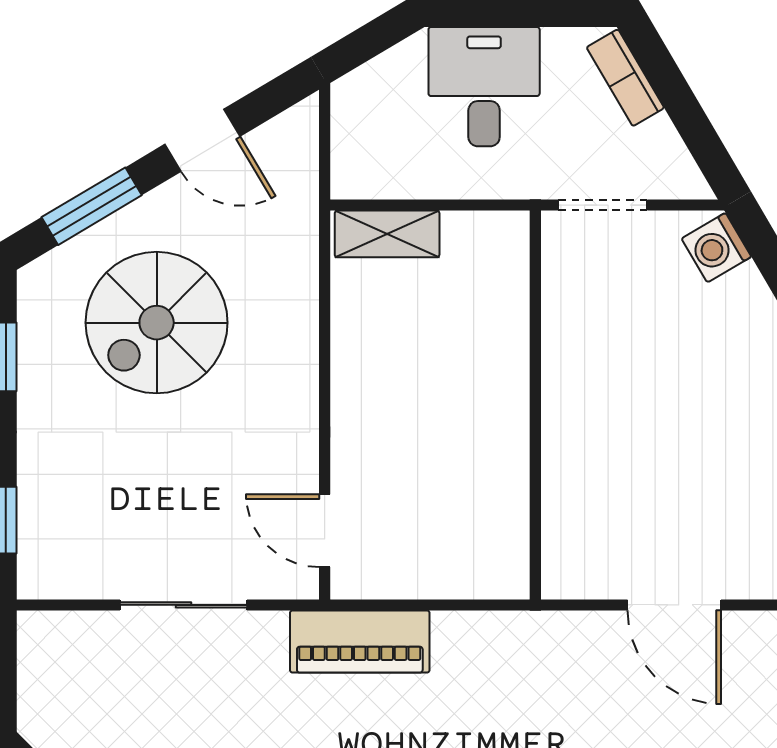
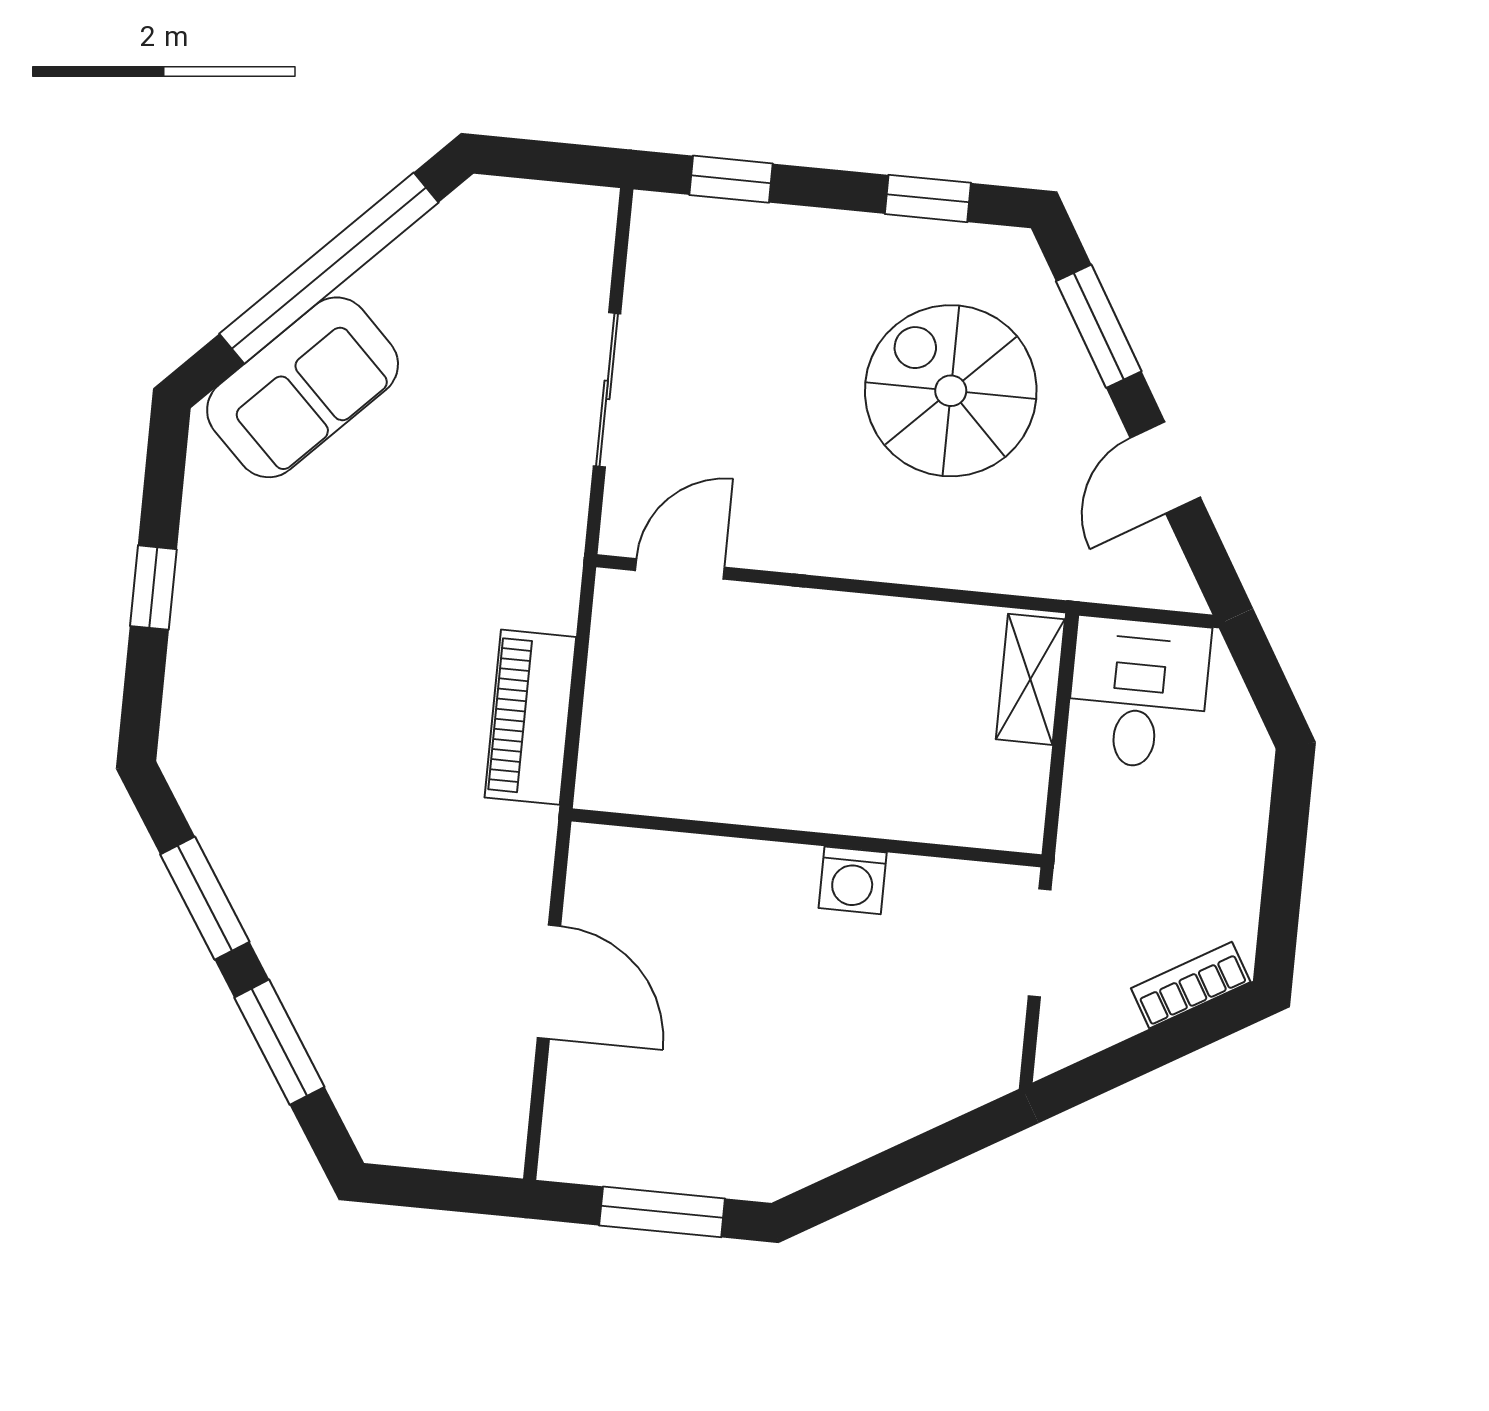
desk: (484, 87) -> (1138, 693), moved, turned -90
washing machine: (716, 248) -> (853, 880), moved, turned -150
door: (674, 605) -> (549, 982), swing flipped
piano: (360, 642) -> (530, 717), moved

